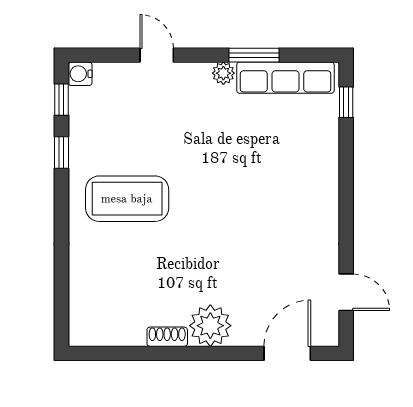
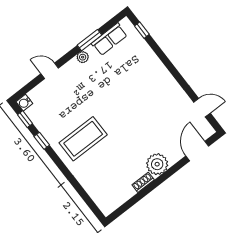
row of seats: (285, 78) -> (109, 39), width x0.68

